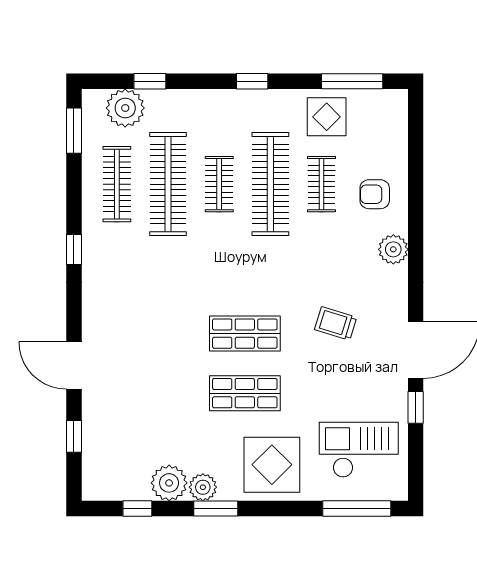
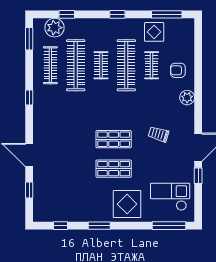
plant: (169, 483) -> (76, 213), removed
plant: (203, 487) -> (93, 215), removed

